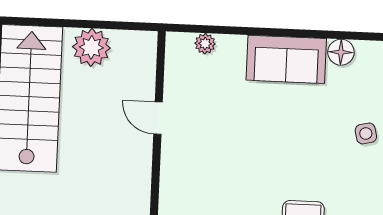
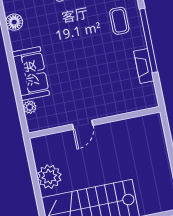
sofa: (286, 59) -> (31, 73), moved

